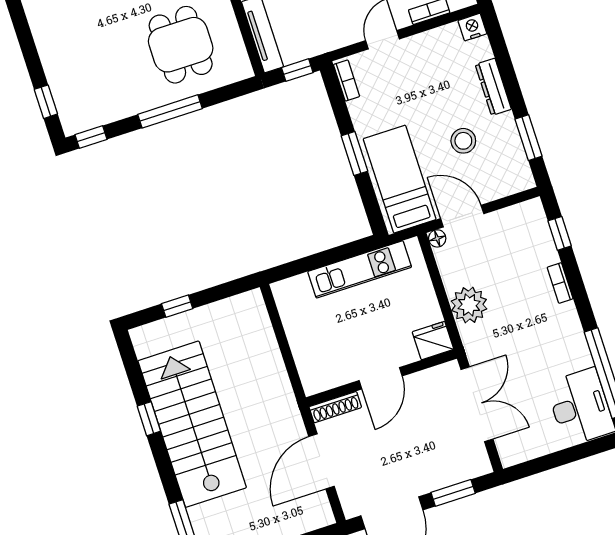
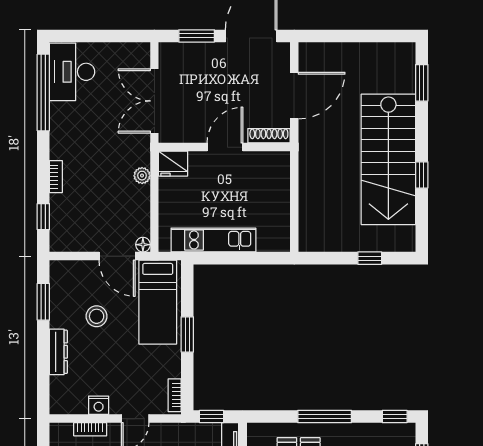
nightstand: (472, 27) -> (99, 405), moved
plant: (469, 305) -> (142, 176), width x0.53, depth x0.53

